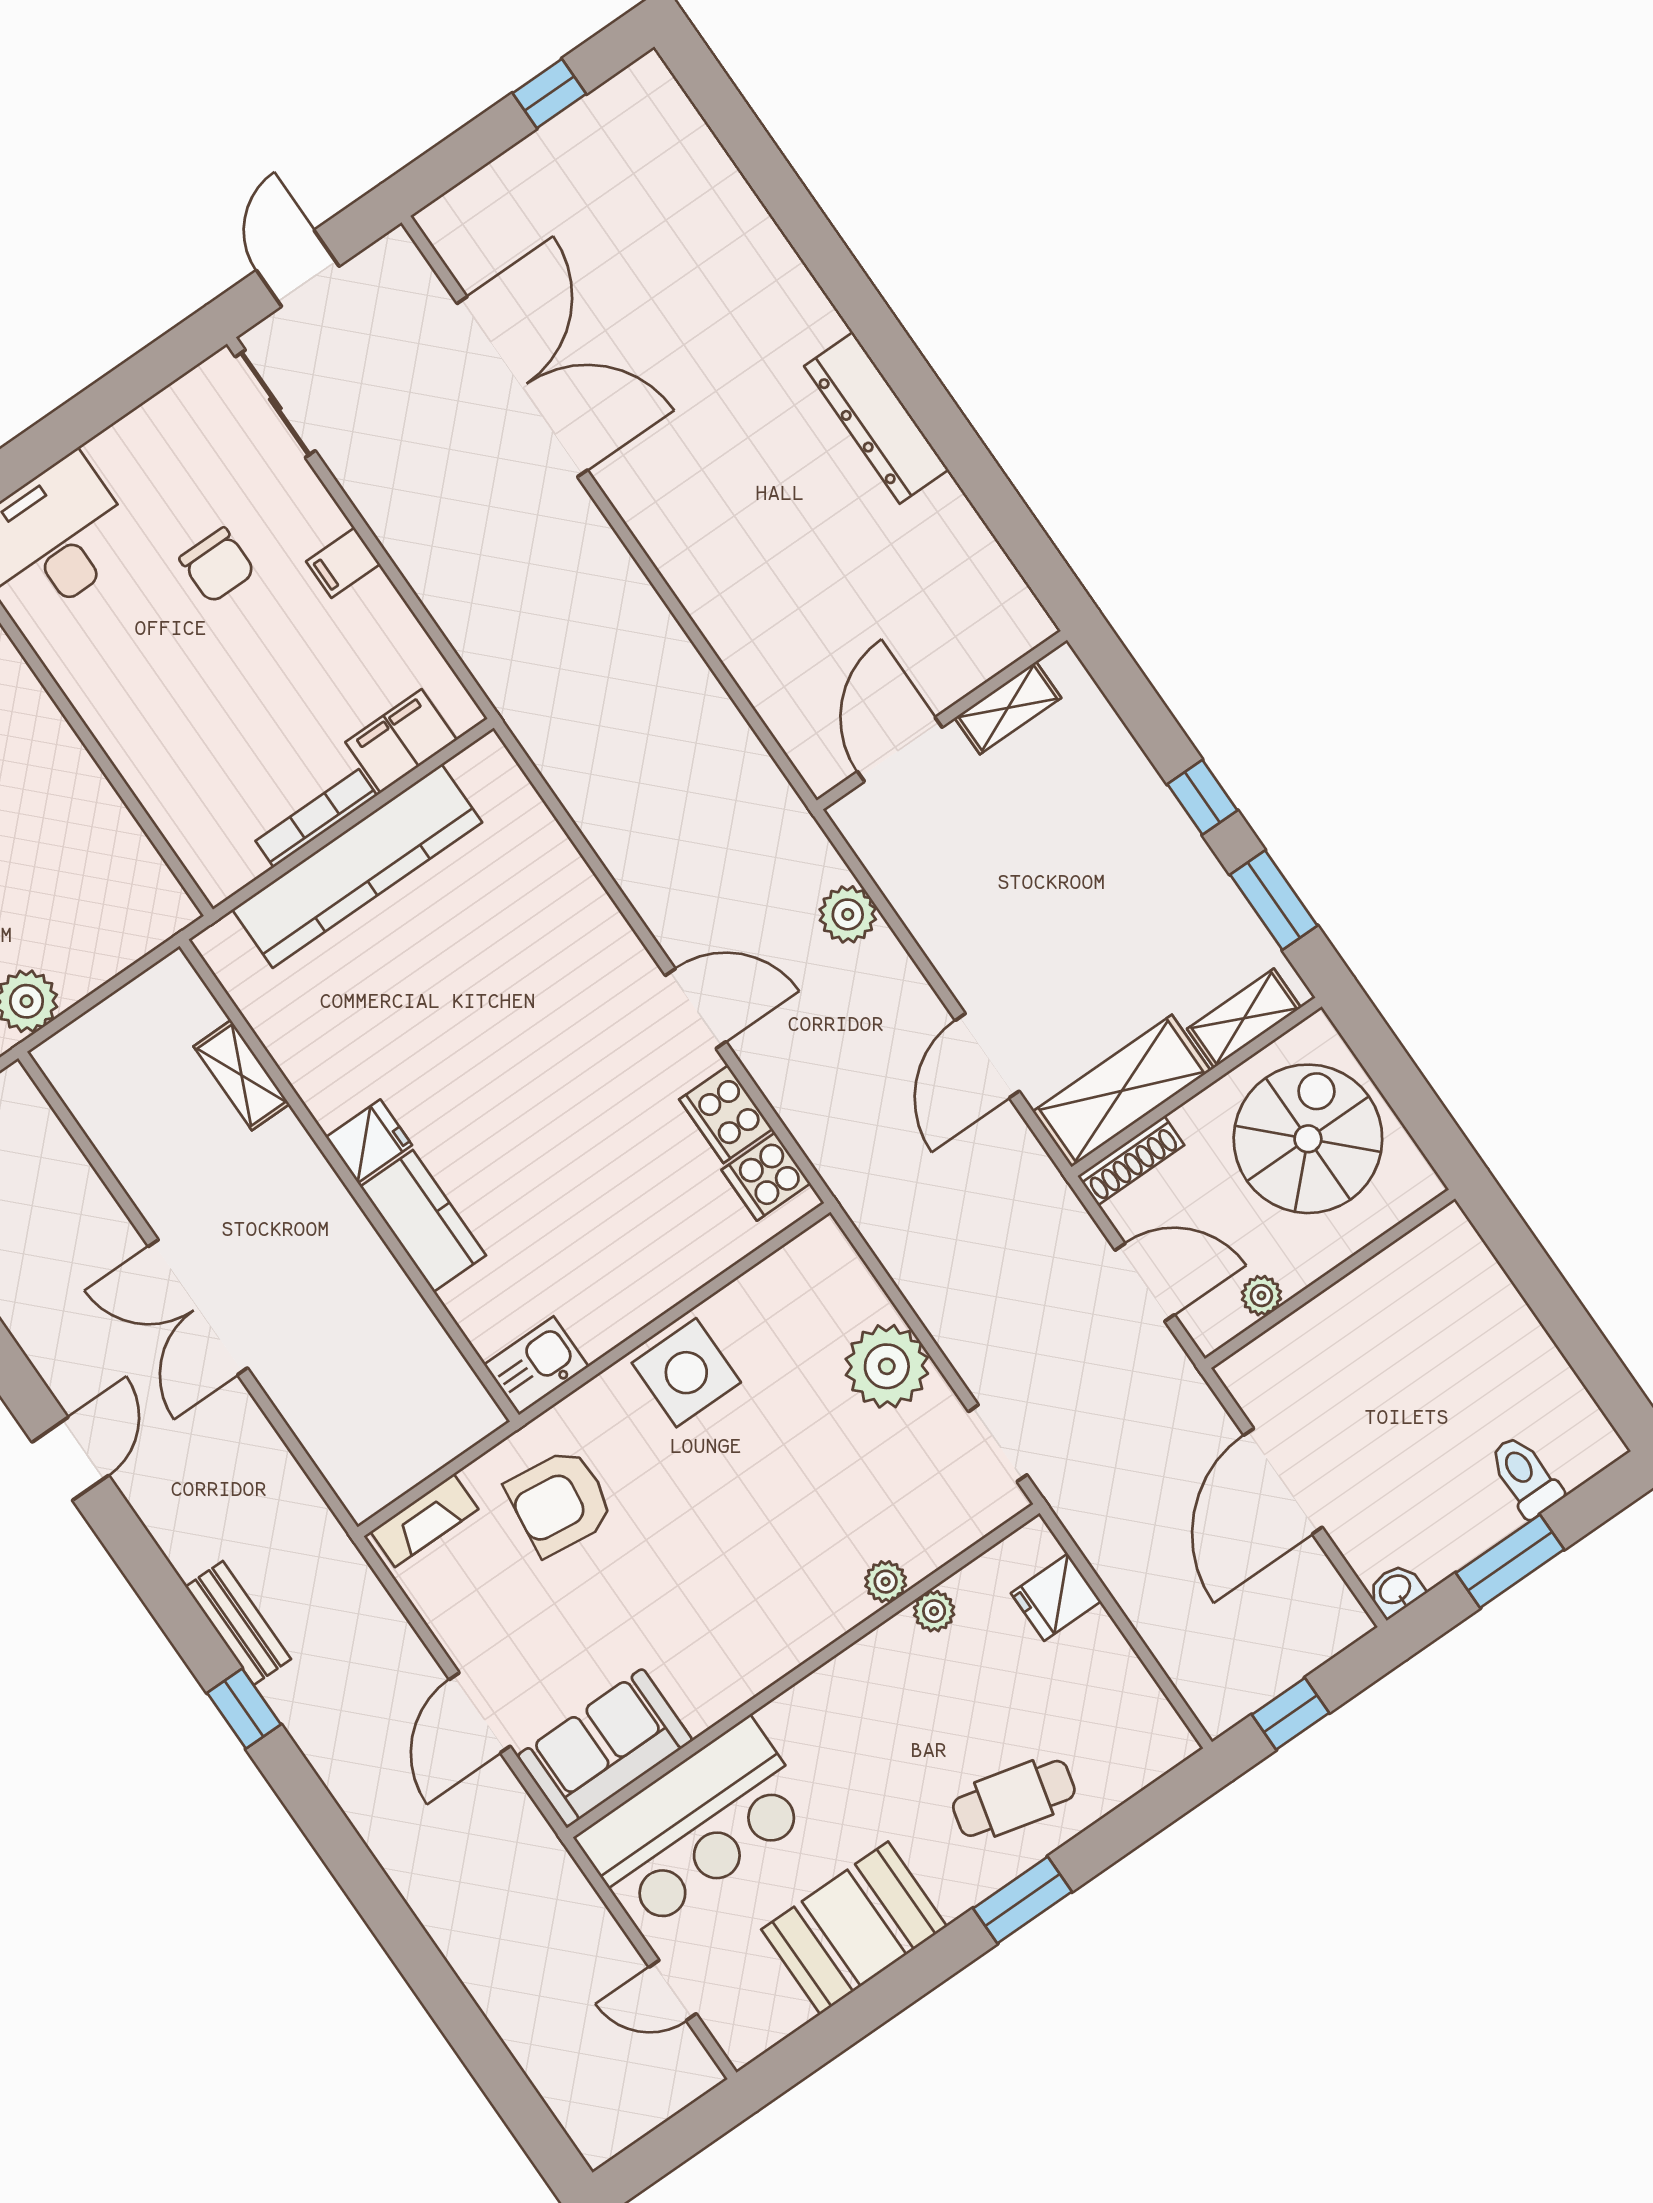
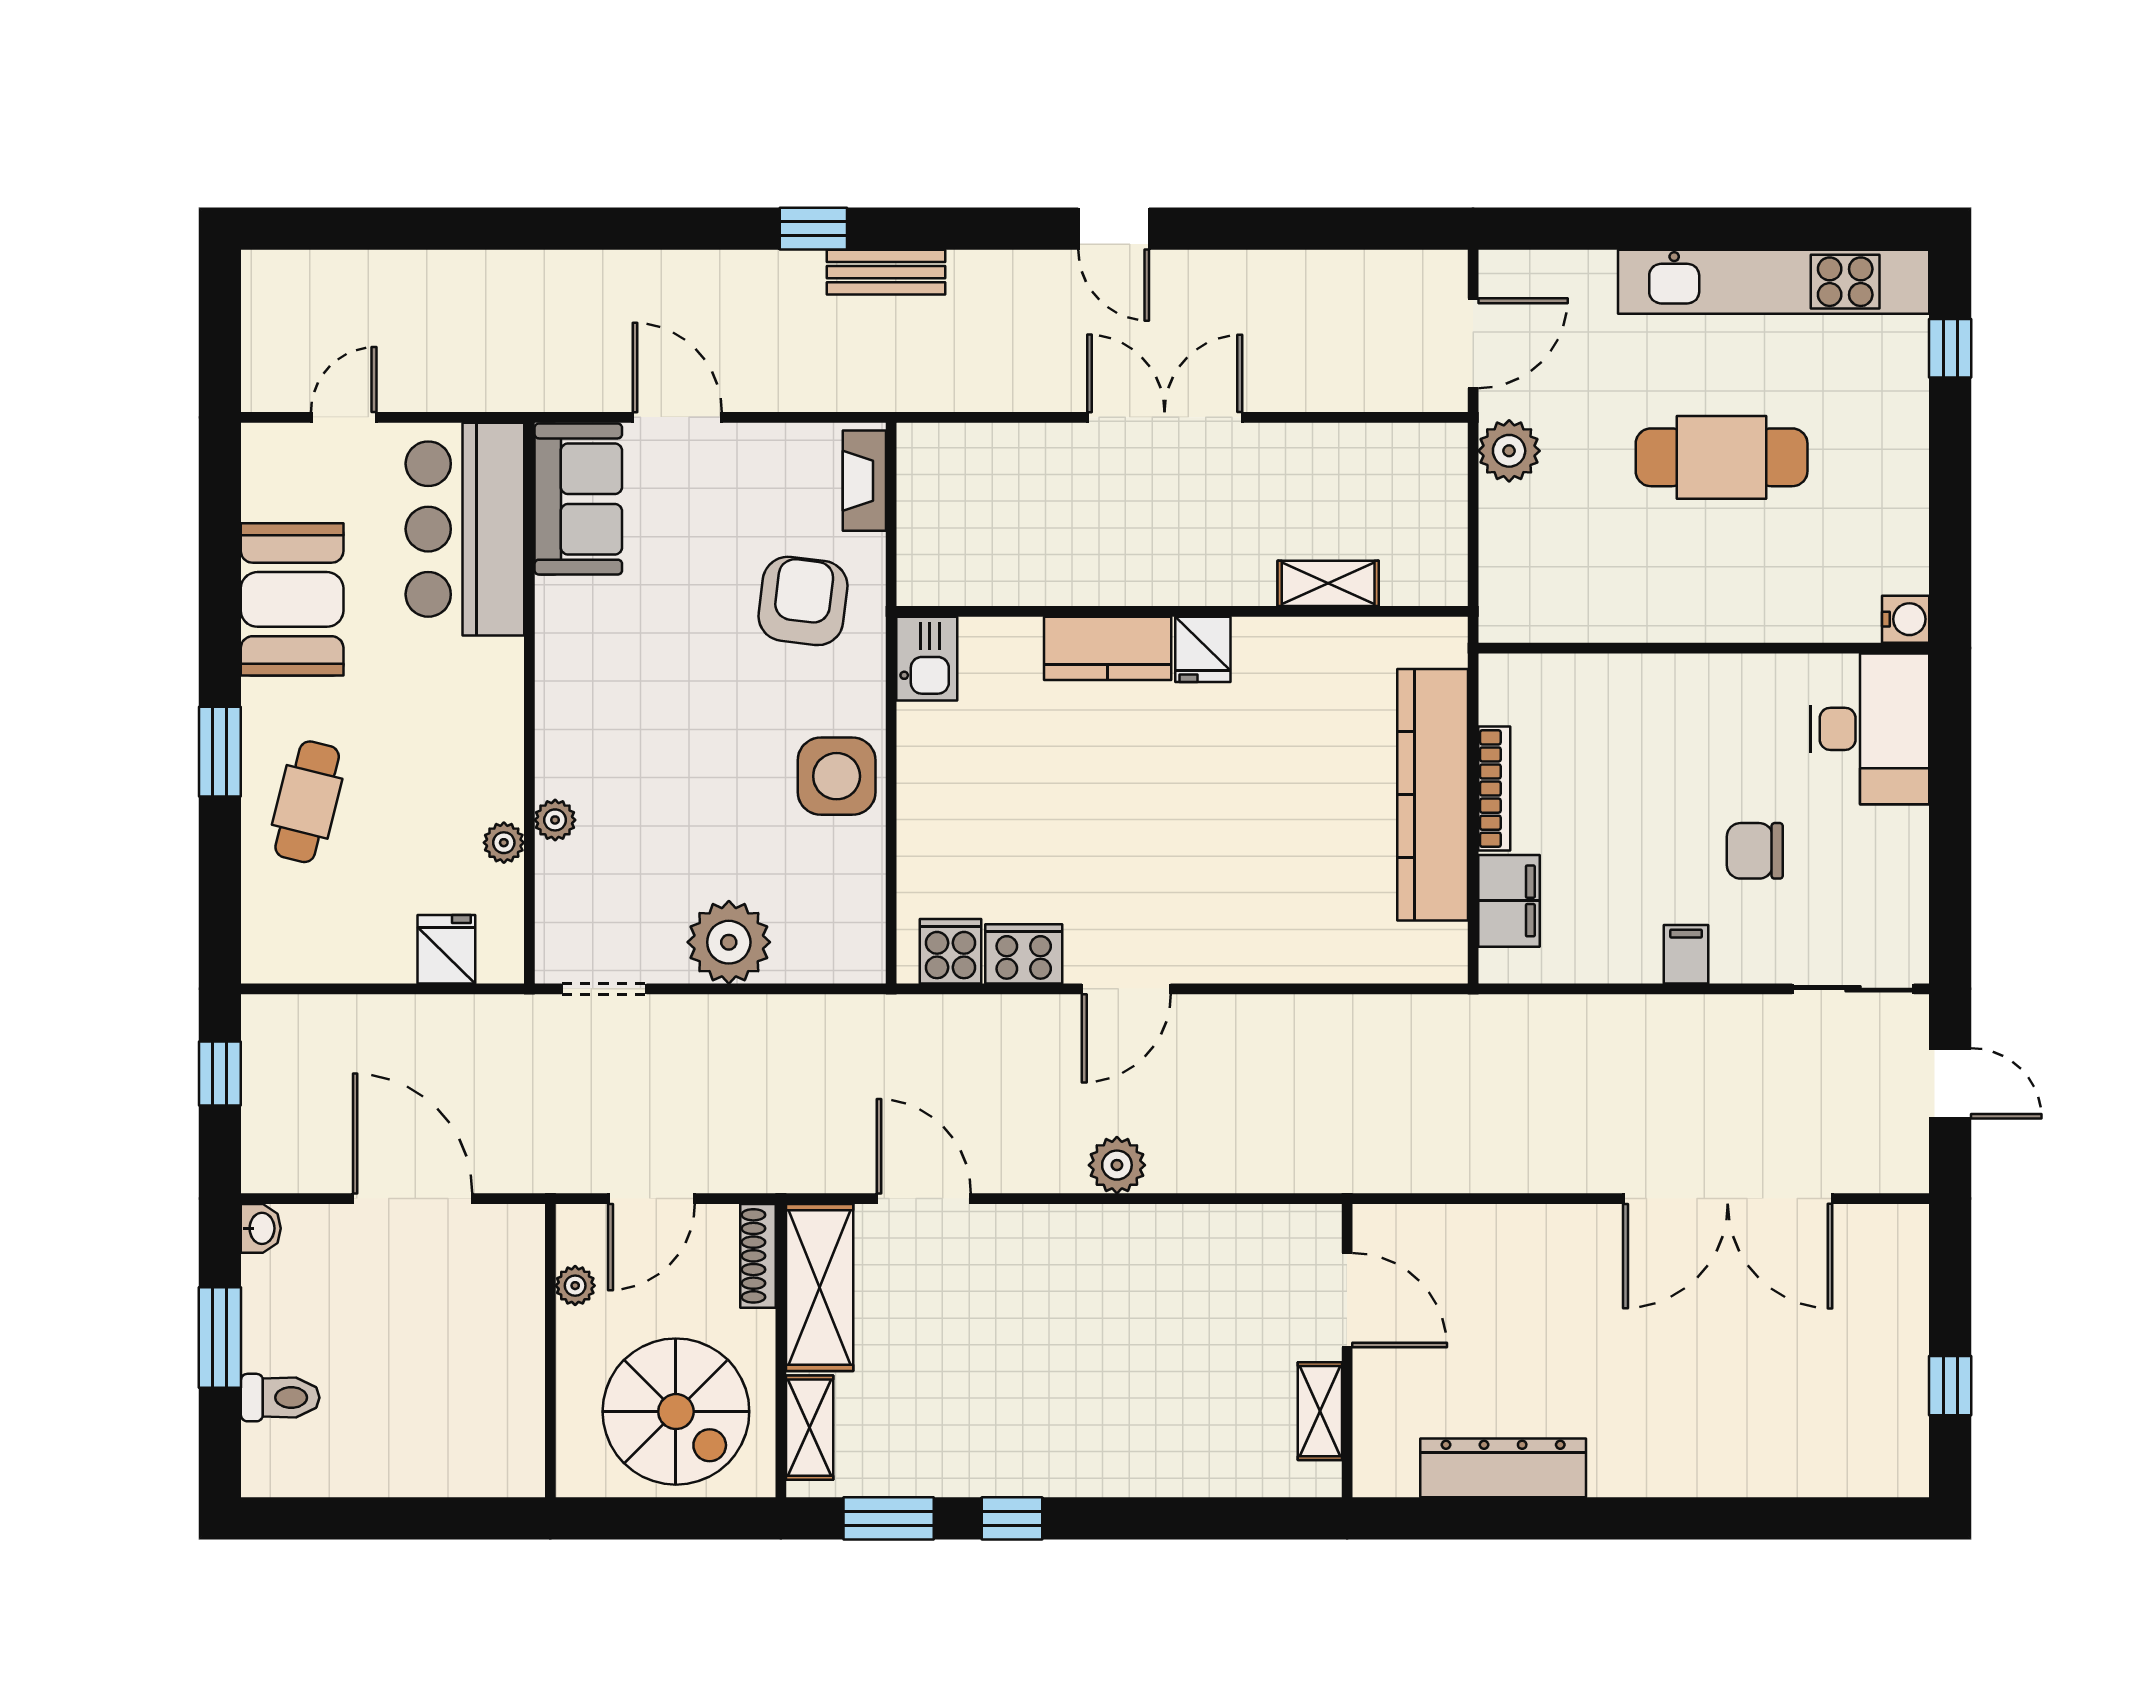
shelving: (1008, 708) -> (1320, 1411), moved
wall: (942, 720) -> (1347, 1351), moved
door: (900, 749) -> (1347, 1300), moved

